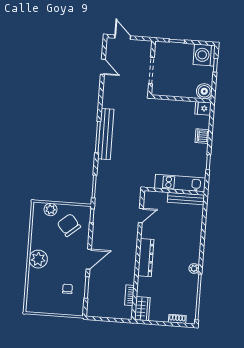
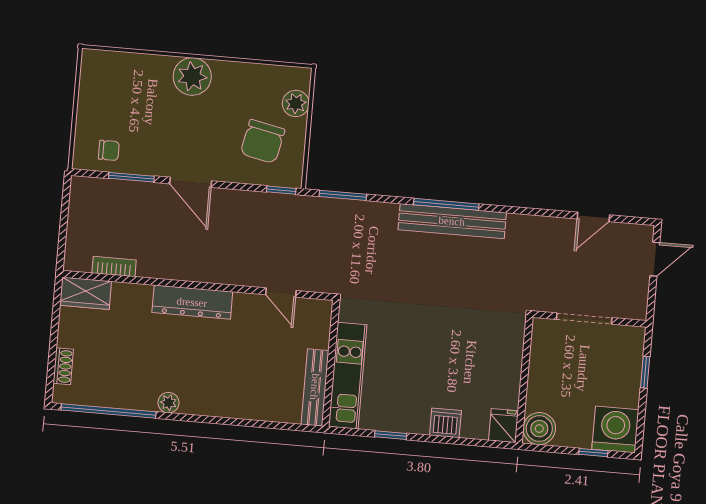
chair: (69, 225) -> (263, 141), turned 142
chair: (67, 289) -> (109, 150), moved

